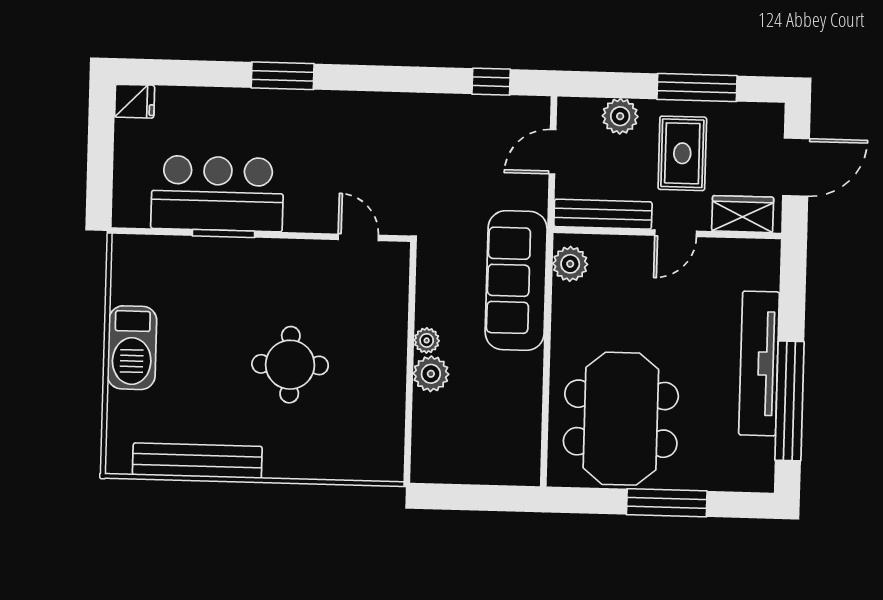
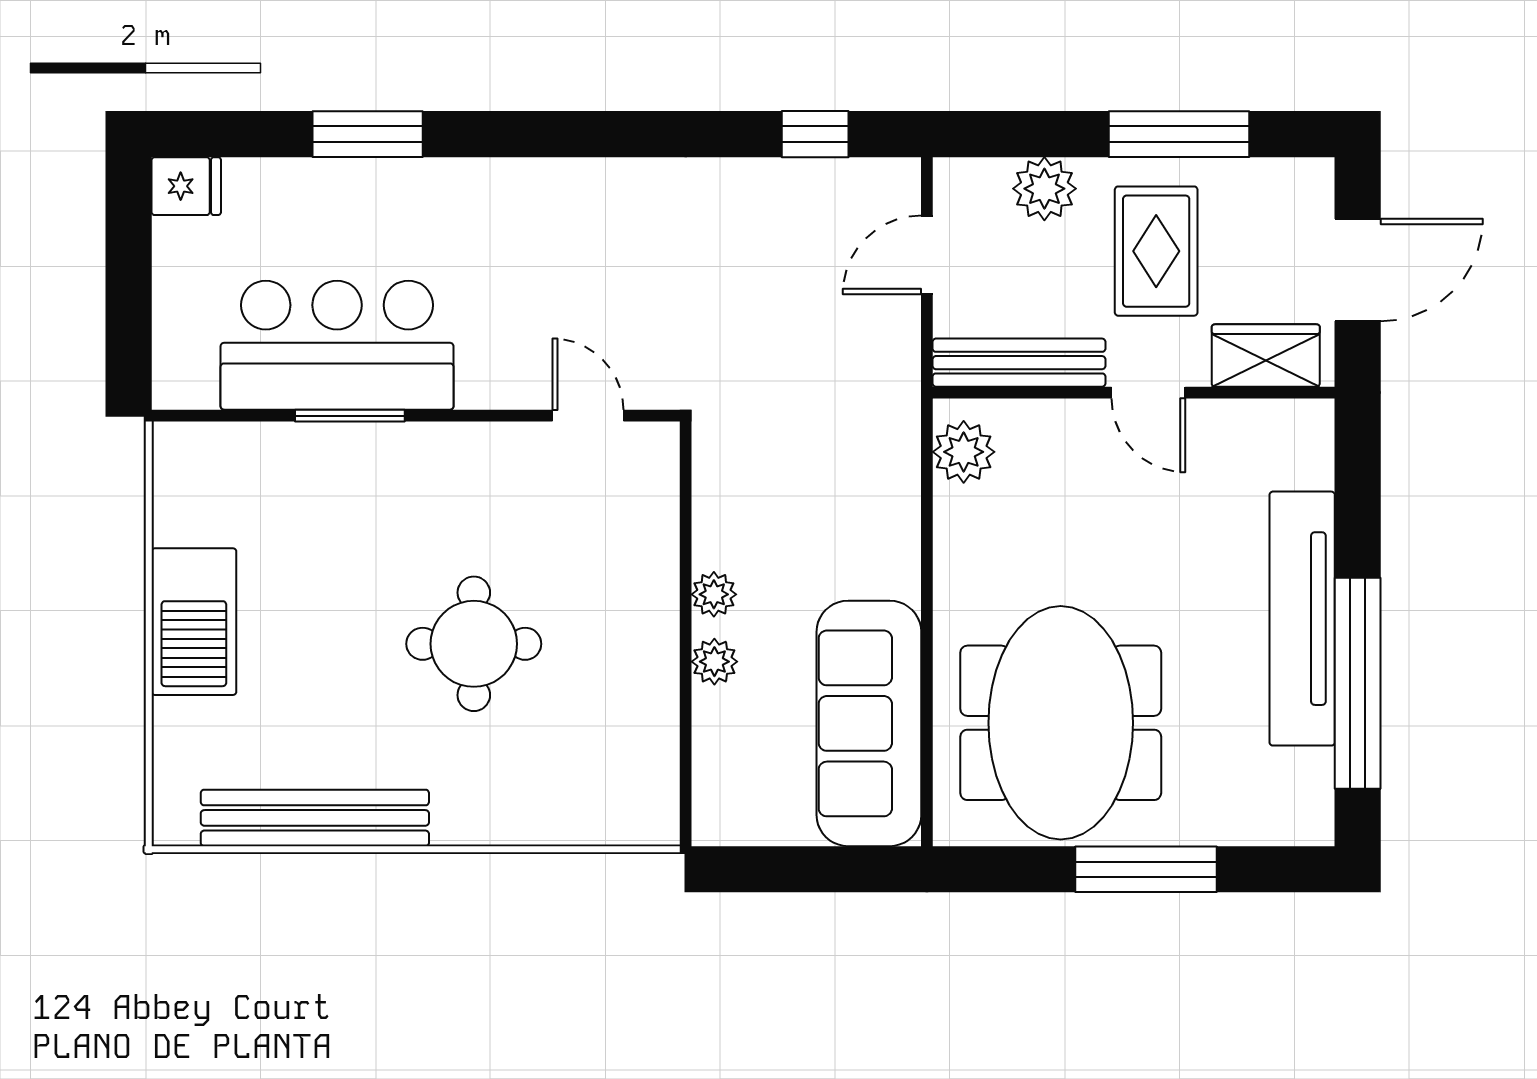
window: (283, 76) -> (368, 134), moved
door: (676, 233) -> (1148, 393), hinge flipped
sofa: (516, 281) -> (869, 723), moved
plant: (431, 374) -> (714, 662), width x0.73, depth x0.73

